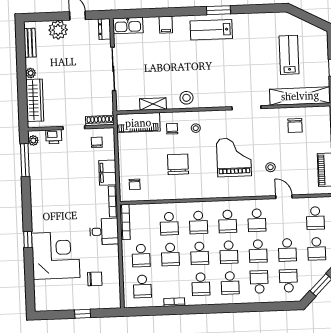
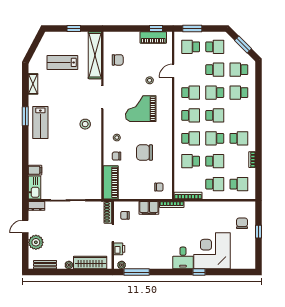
filing cabinet: (166, 25) -> (35, 170), moved
stool: (186, 98) -> (85, 124), moved
shelving: (153, 104) -> (33, 84), moved
school desk: (315, 218) -> (191, 47), turned 180
school desk: (169, 224) -> (191, 161), turned 180
desk: (104, 231) -> (183, 258), moved, turned 180
school desk: (258, 251) -> (215, 93), turned 180
school desk: (200, 253) -> (215, 138), turned 180
chair: (95, 279) -> (242, 223), moved
school desk: (230, 283) -> (239, 115), removed

